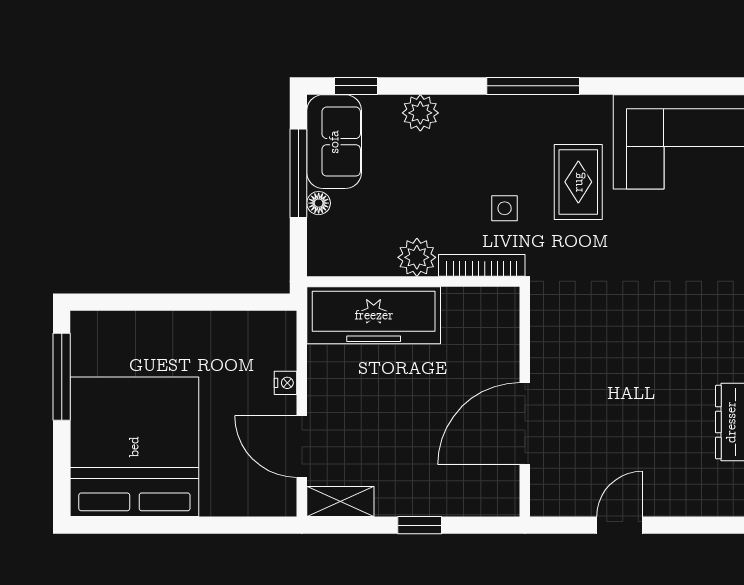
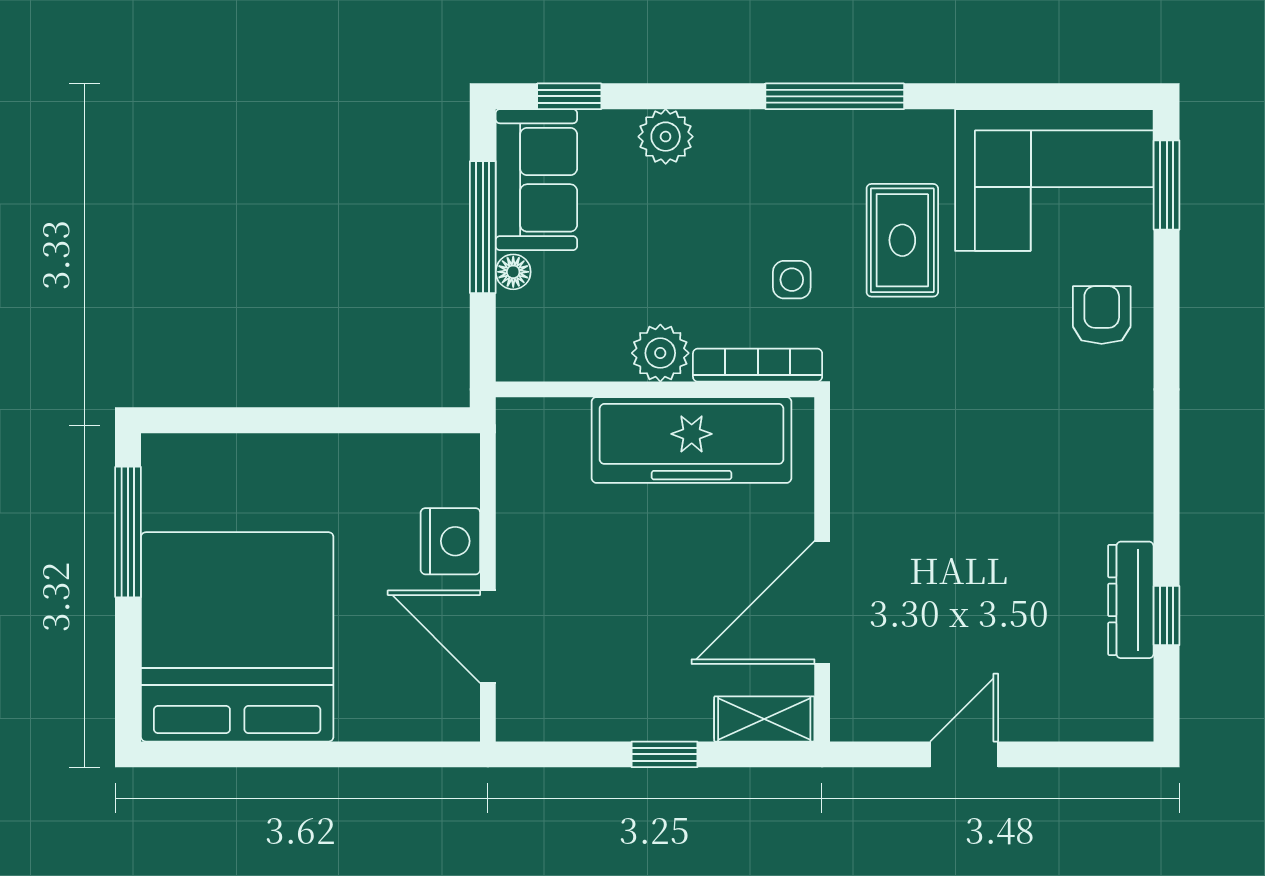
armchair: (711, 232) -> (1102, 315), added
freezer: (374, 315) -> (692, 440), moved
nightstand: (286, 383) -> (450, 541), width x1.89, depth x1.79
shelving: (340, 501) -> (764, 719), moved

